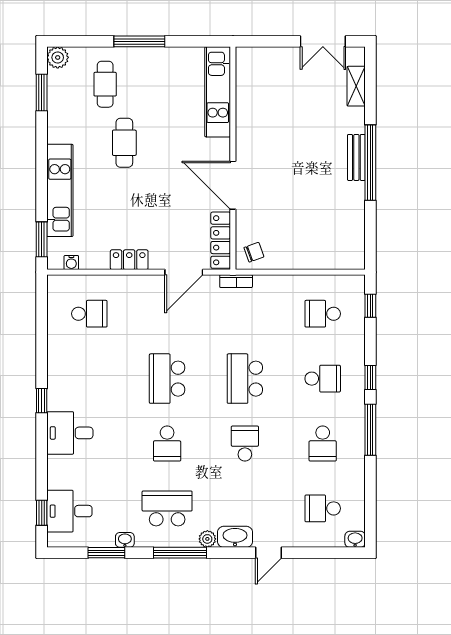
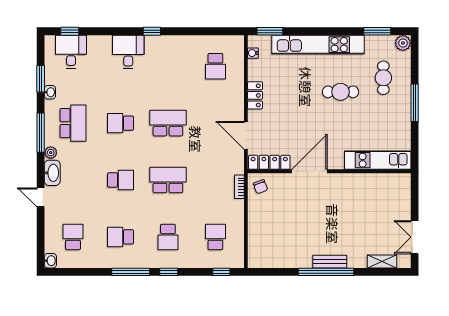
cafe table: (105, 84) -> (383, 78), turned 90
kitchen unit: (60, 190) -> (318, 45), width x1.36
bookcase: (236, 281) -> (239, 187), moved

